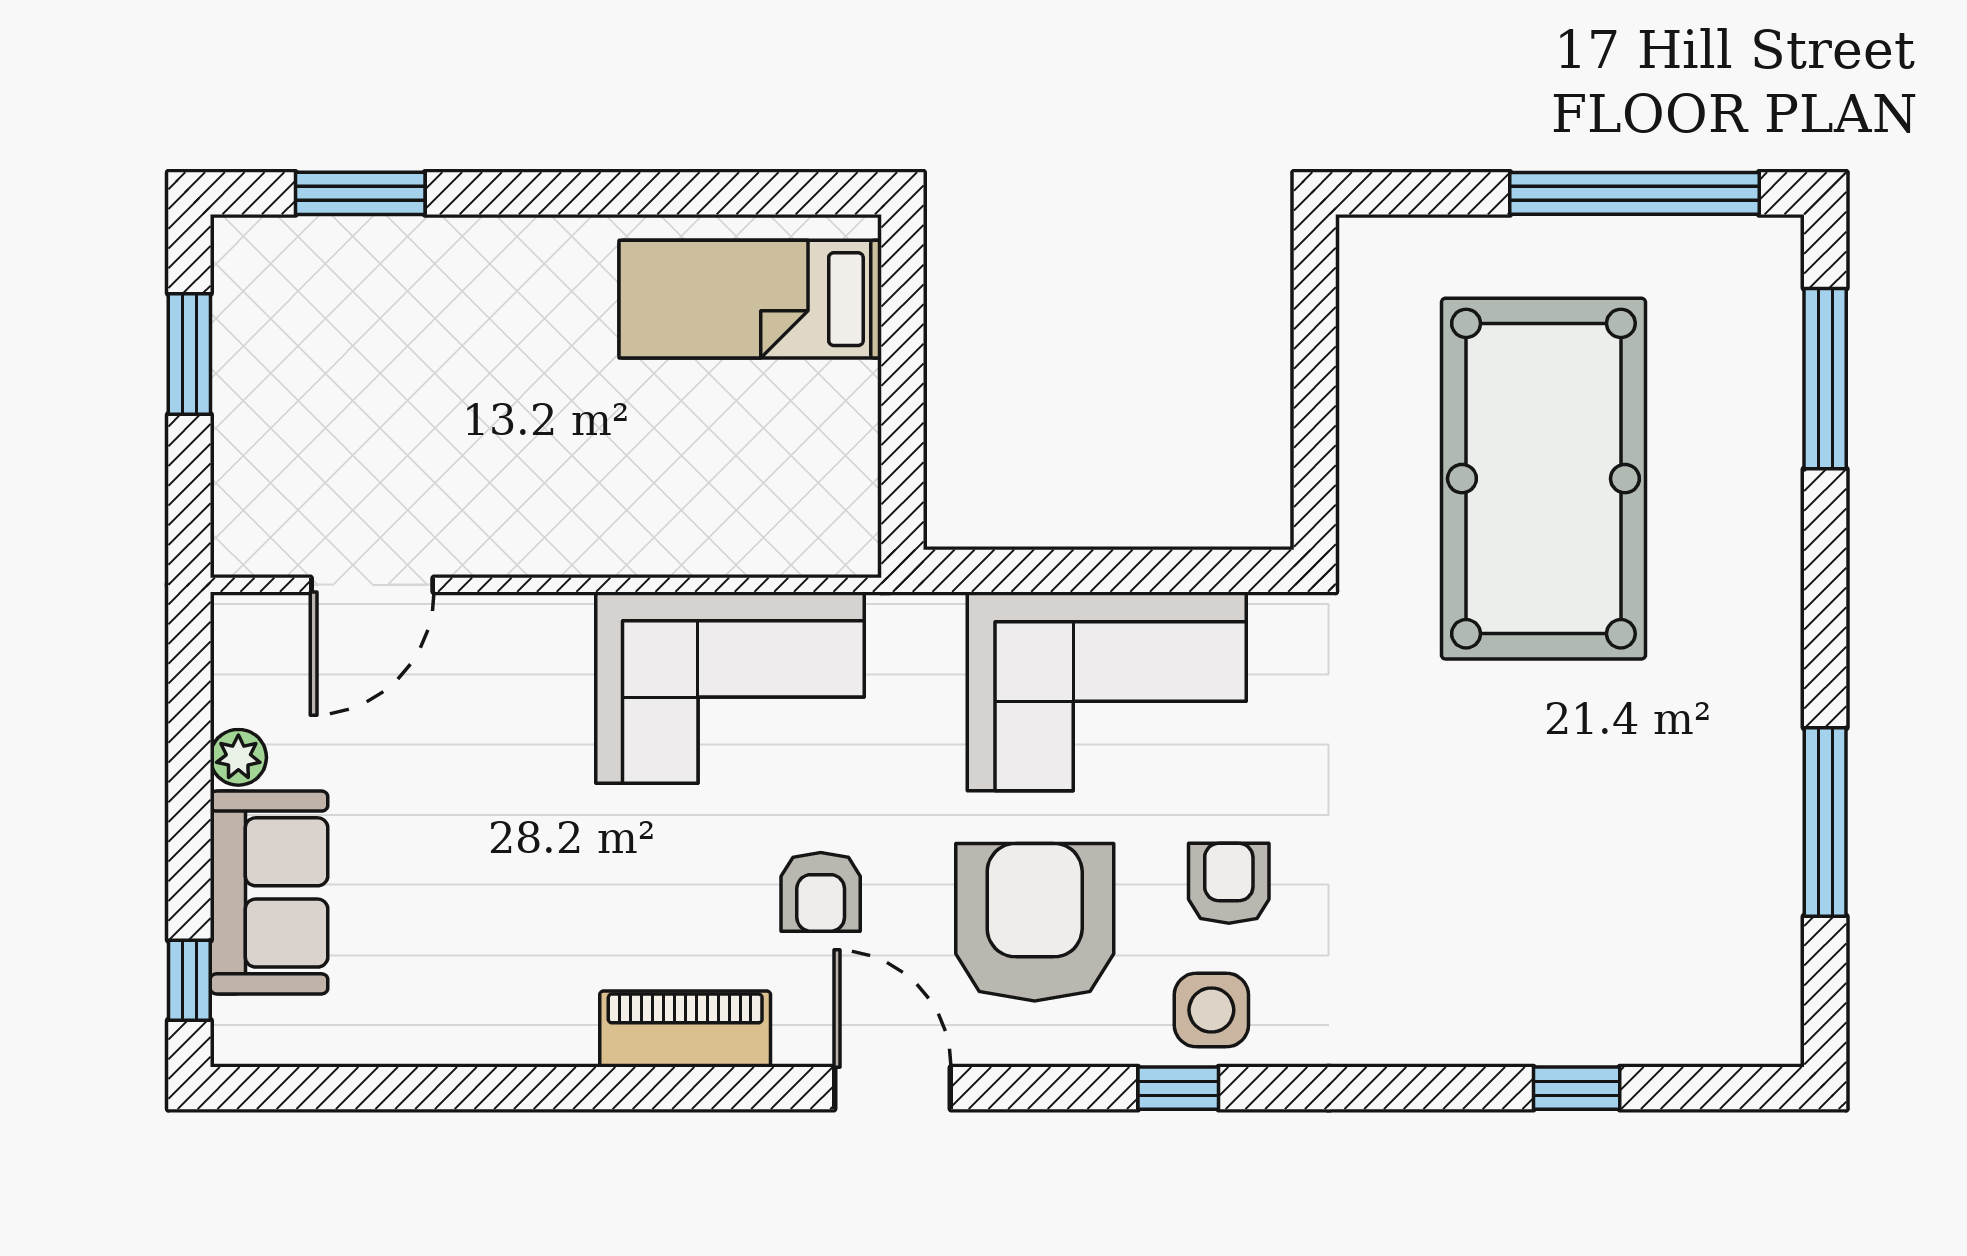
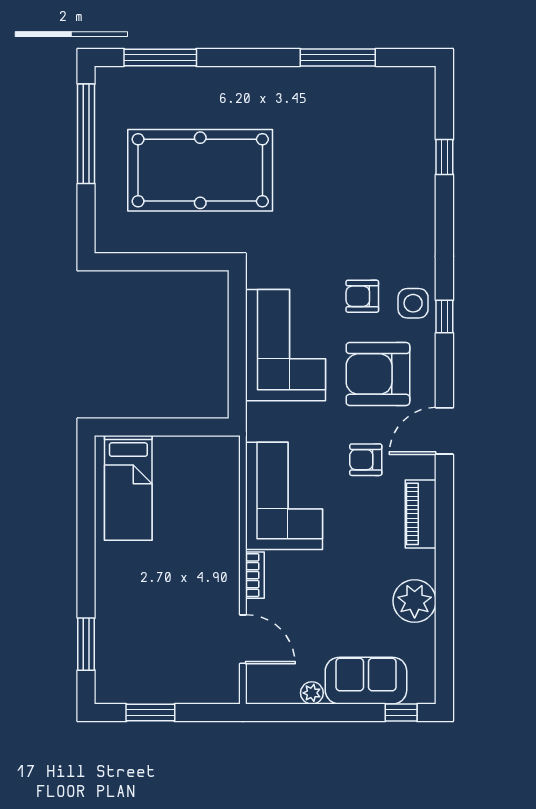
bookcase: (532, 615) -> (255, 575), added
armchair: (821, 892) -> (366, 460), turned 180
plant: (468, 1014) -> (415, 601), added

